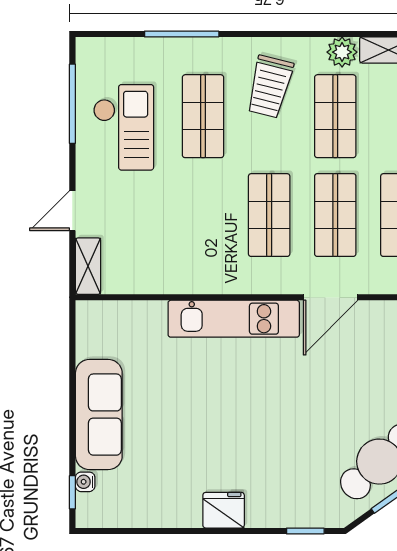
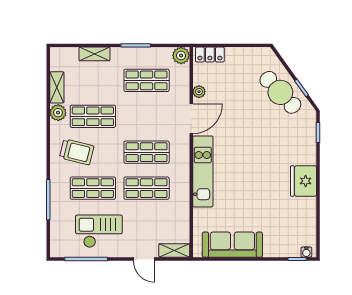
shop shelf: (335, 215) -> (147, 188), moved
door: (331, 297) -> (191, 119), hinge flipped
plant: (381, 312) -> (199, 92), added
sofa: (99, 415) -> (232, 245), moved
water cooler: (85, 482) -> (306, 252), moved
fridge: (224, 510) -> (304, 181), width x1.36, depth x1.34

